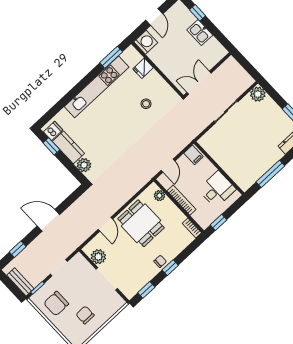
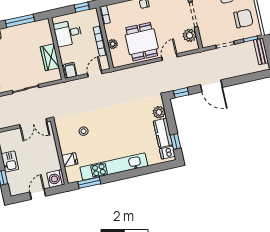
wardrobe: (221, 156) -> (50, 57), added
plant: (159, 196) -> (113, 44), moved
window: (18, 249) -> (181, 93), moved

